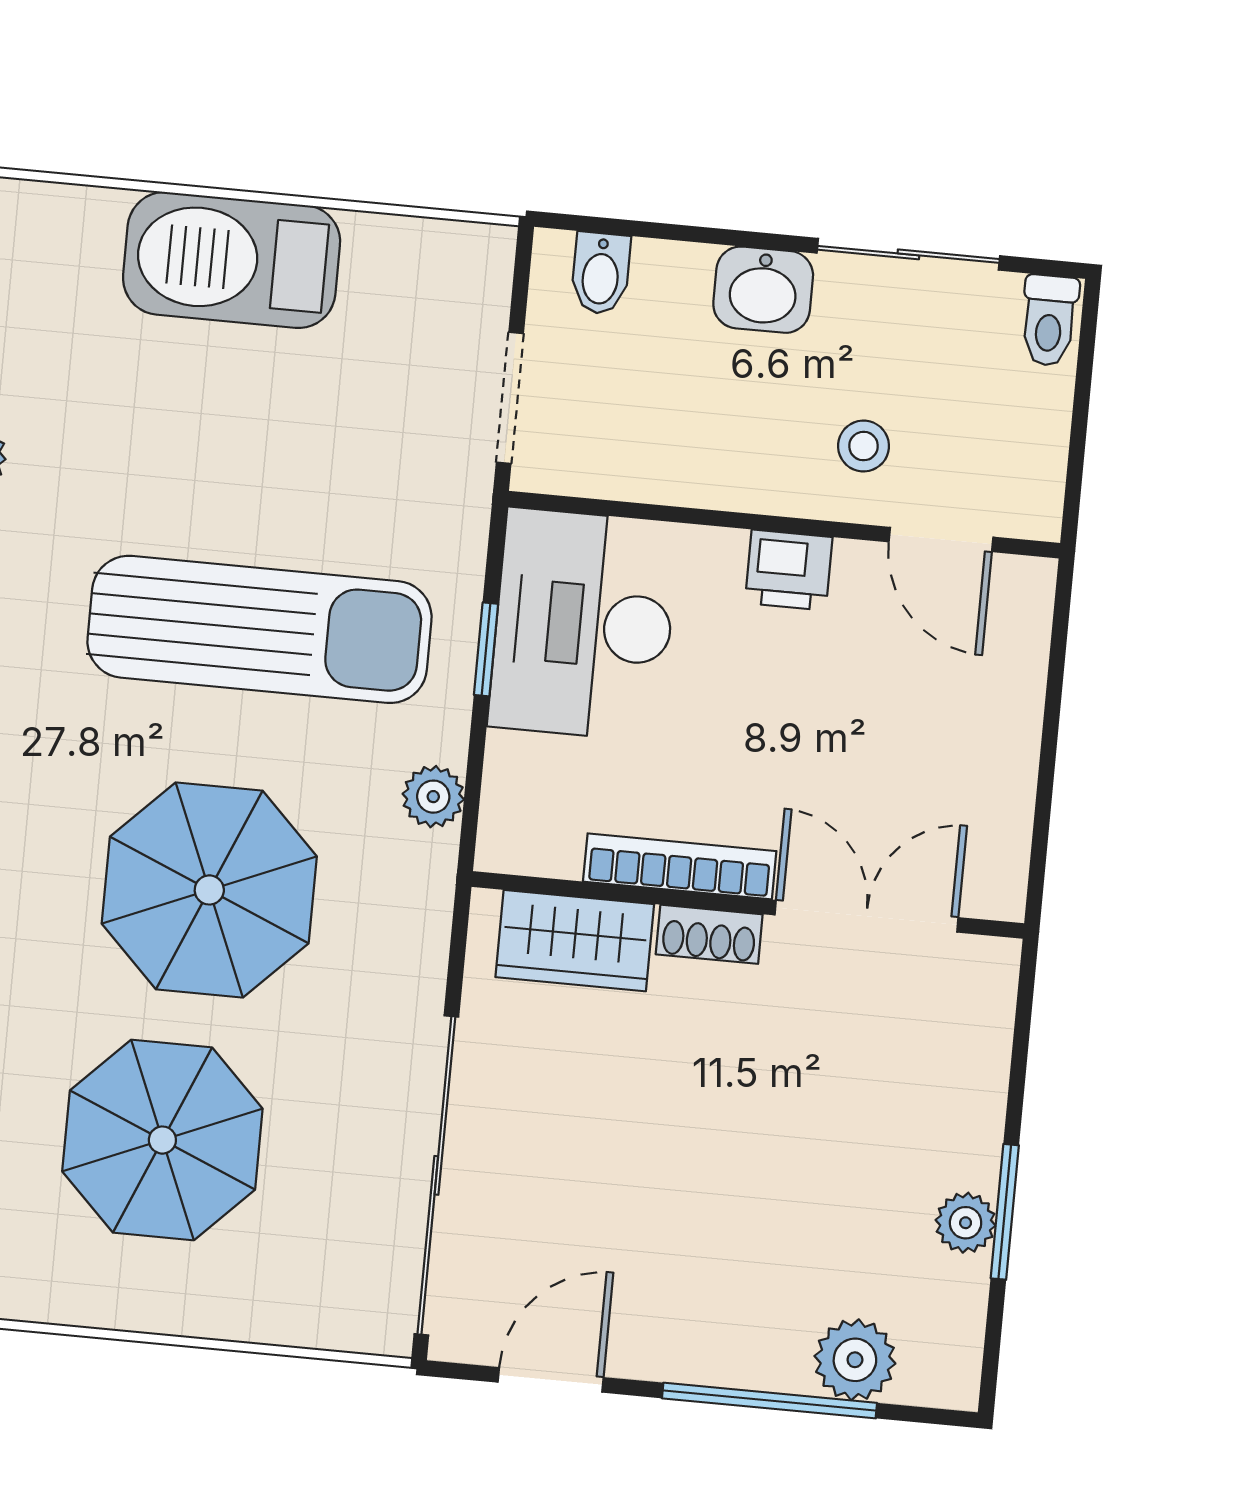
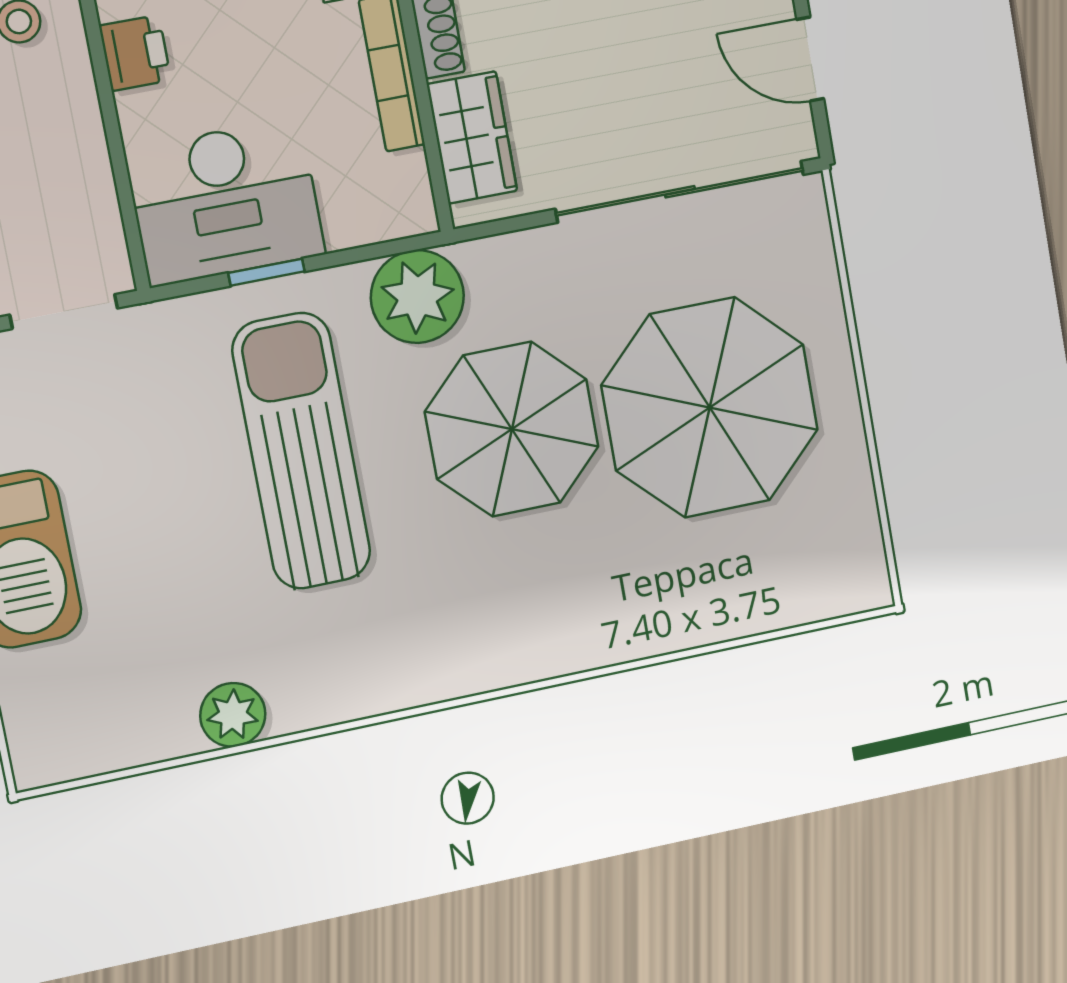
plant: (433, 797) -> (417, 297), width x1.88, depth x1.88
parasol: (162, 1140) -> (710, 407), width x1.36, depth x1.36

